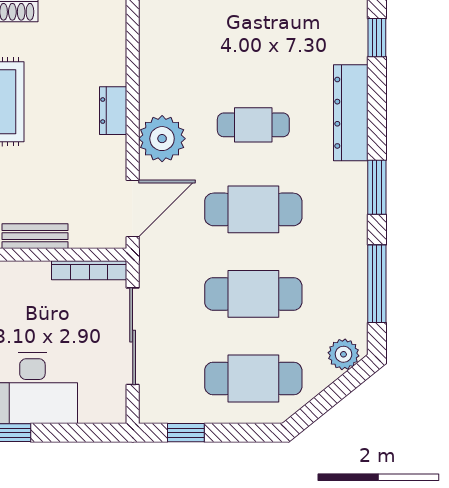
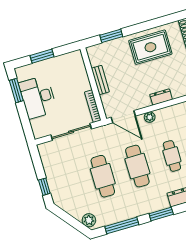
plant: (162, 139) -> (150, 117), width x0.53, depth x0.53
cafe table: (253, 379) -> (68, 186), removed
window: (186, 433) -> (44, 187), moved

